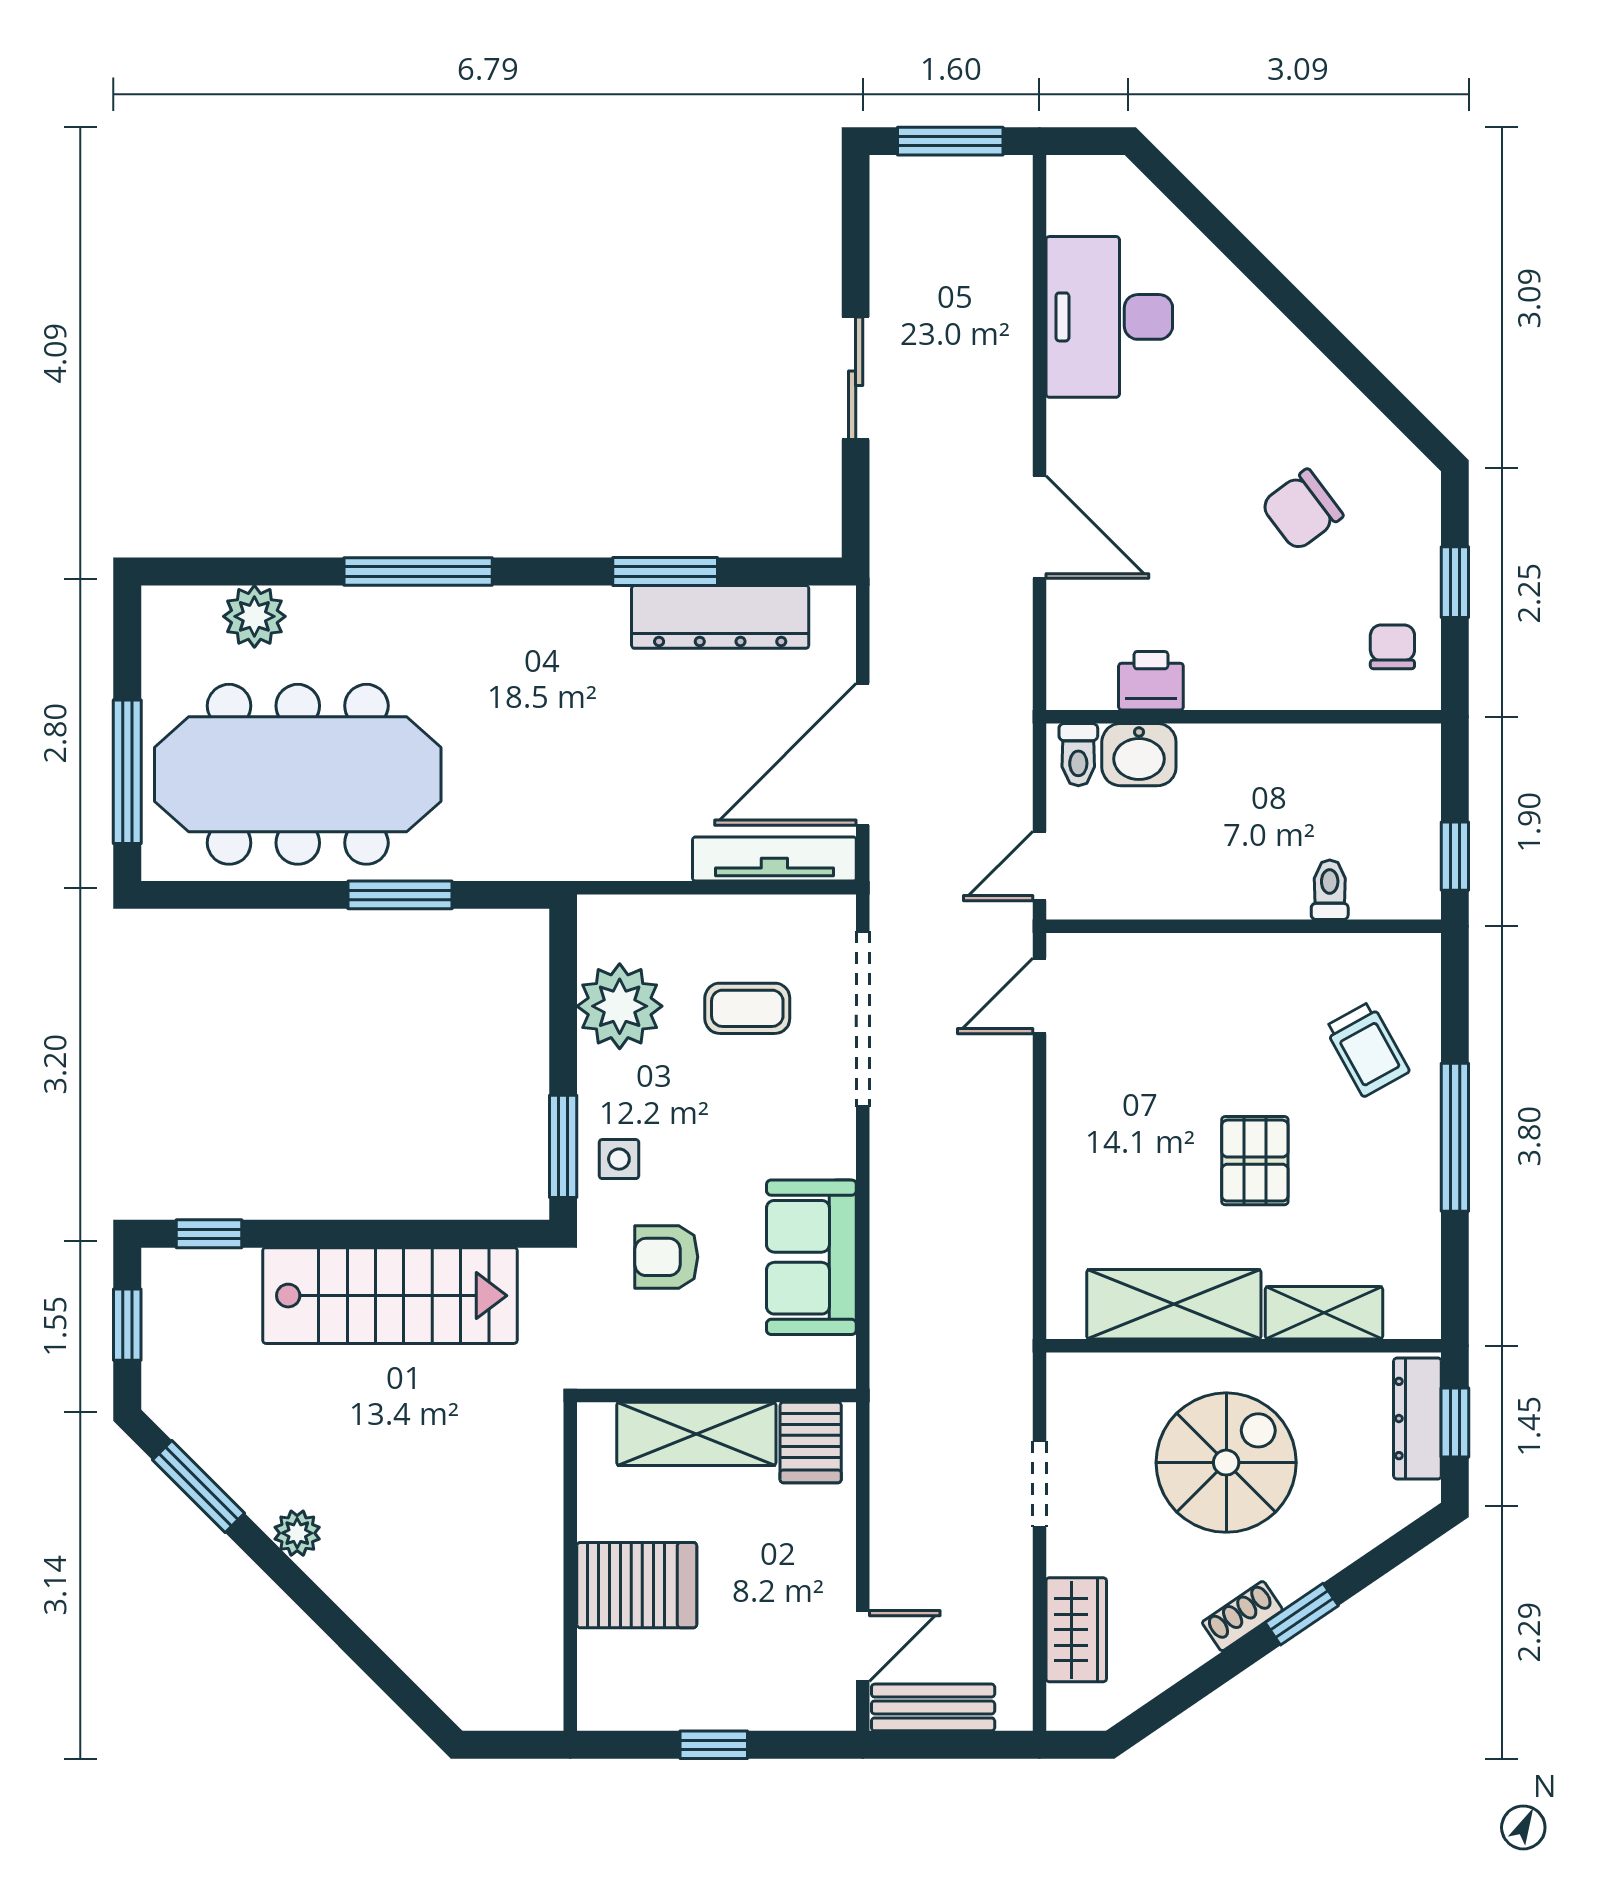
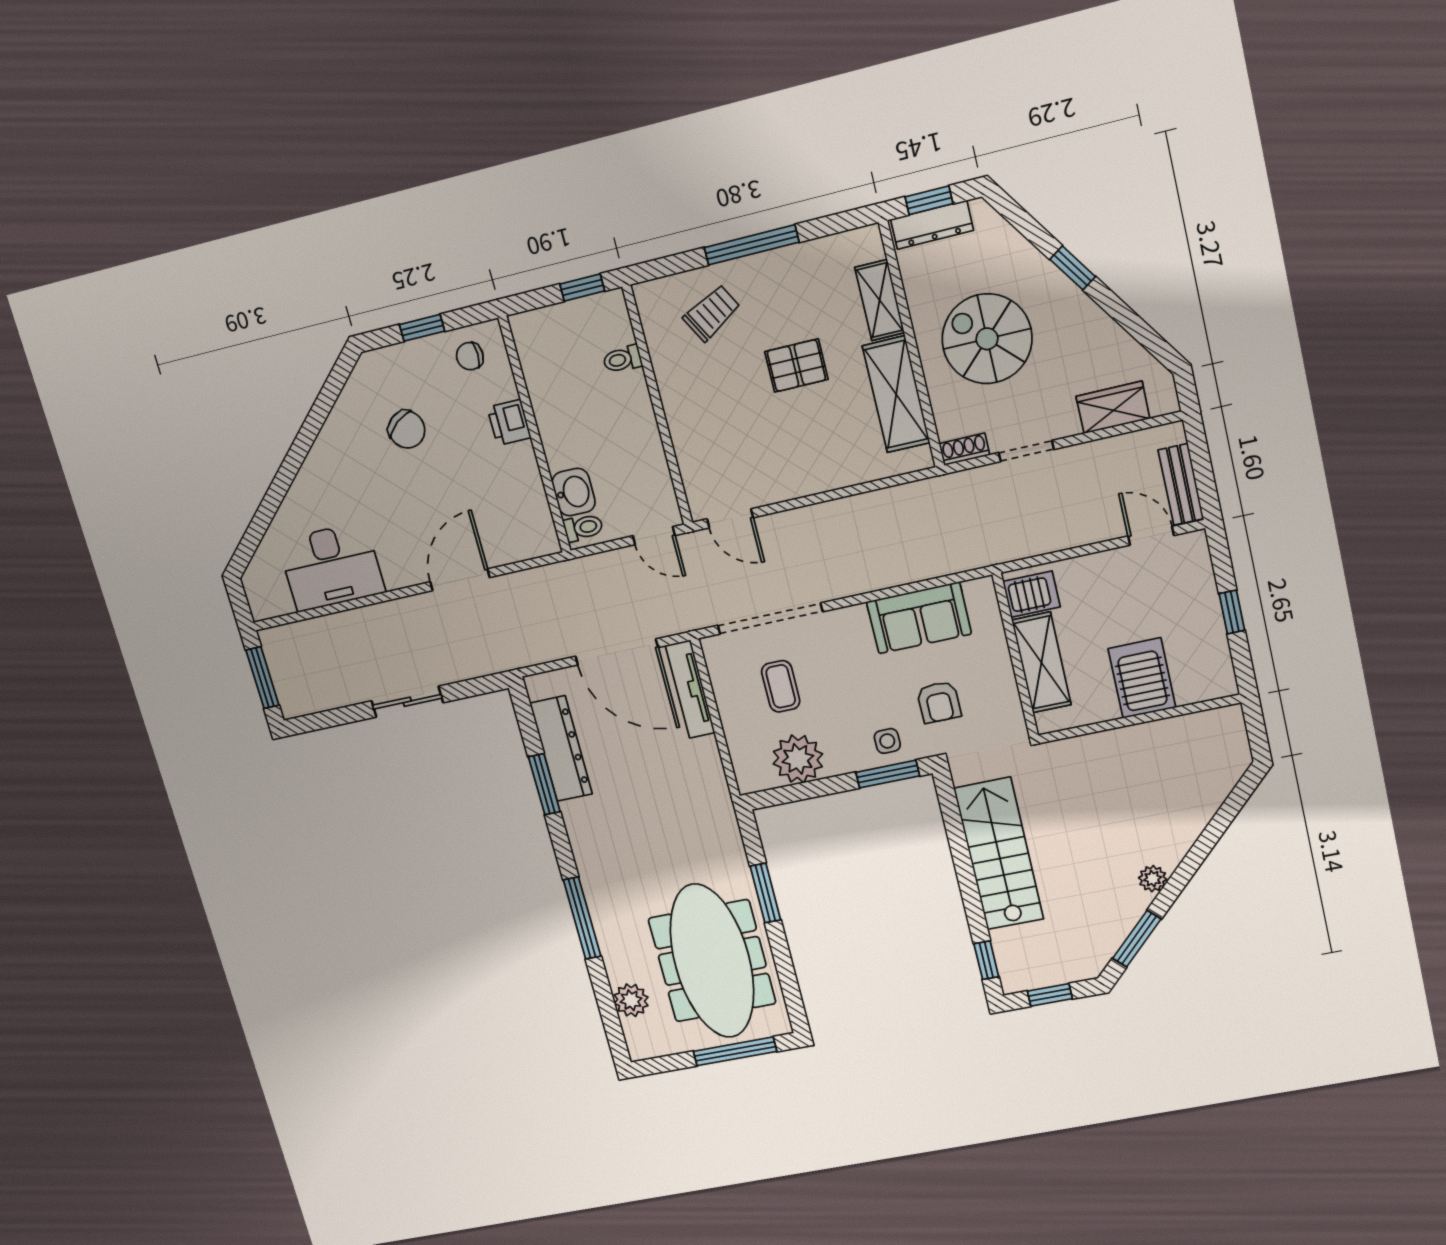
printer: (1151, 681) -> (509, 422), moved
shoe rack: (1242, 1616) -> (964, 449), moved, turned 124

